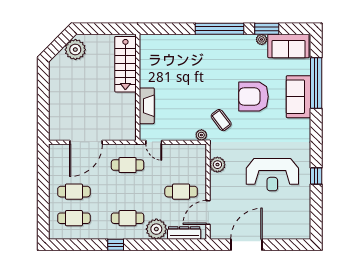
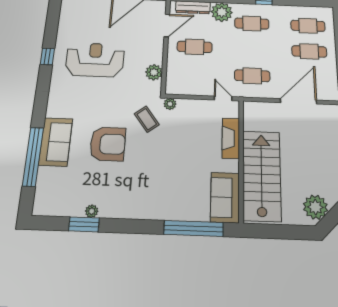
window: (219, 29) -> (194, 228), moved
sofa: (288, 46) -> (225, 197), moved, turned -90
stairs: (125, 64) -> (262, 175), width x1.36, depth x1.51

